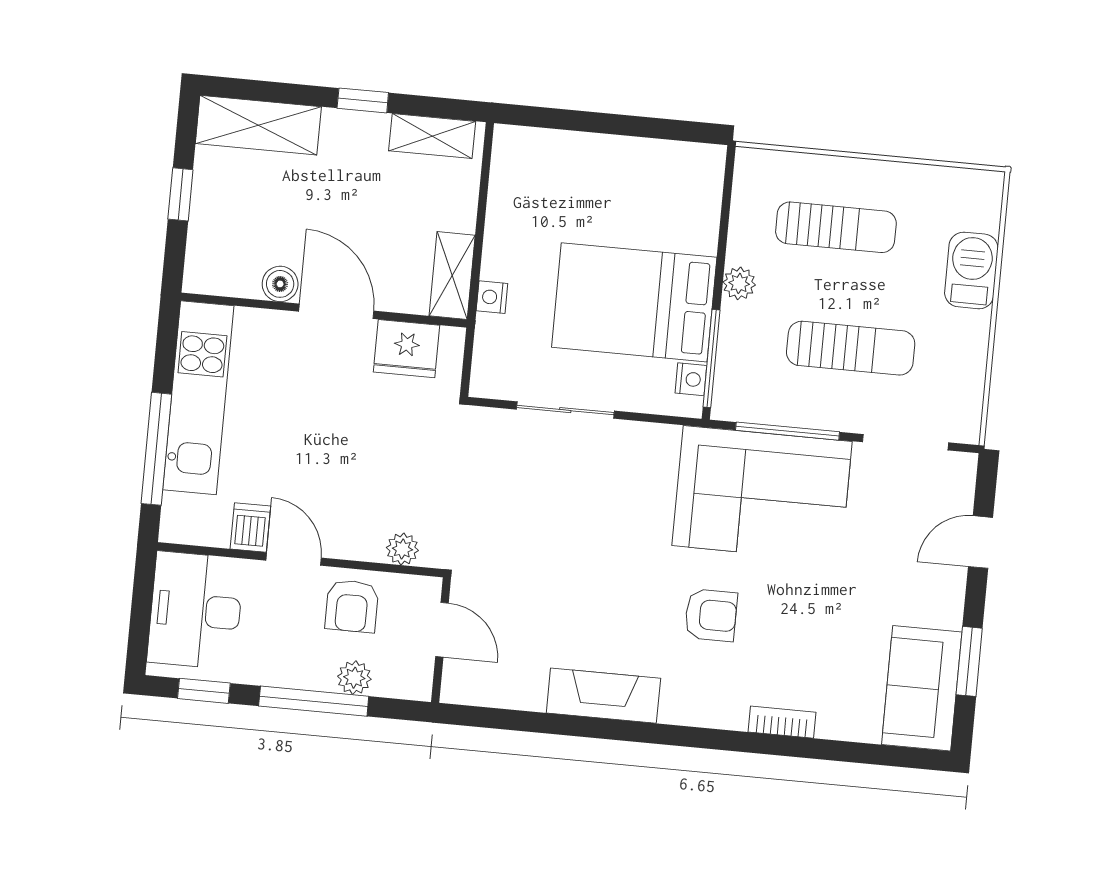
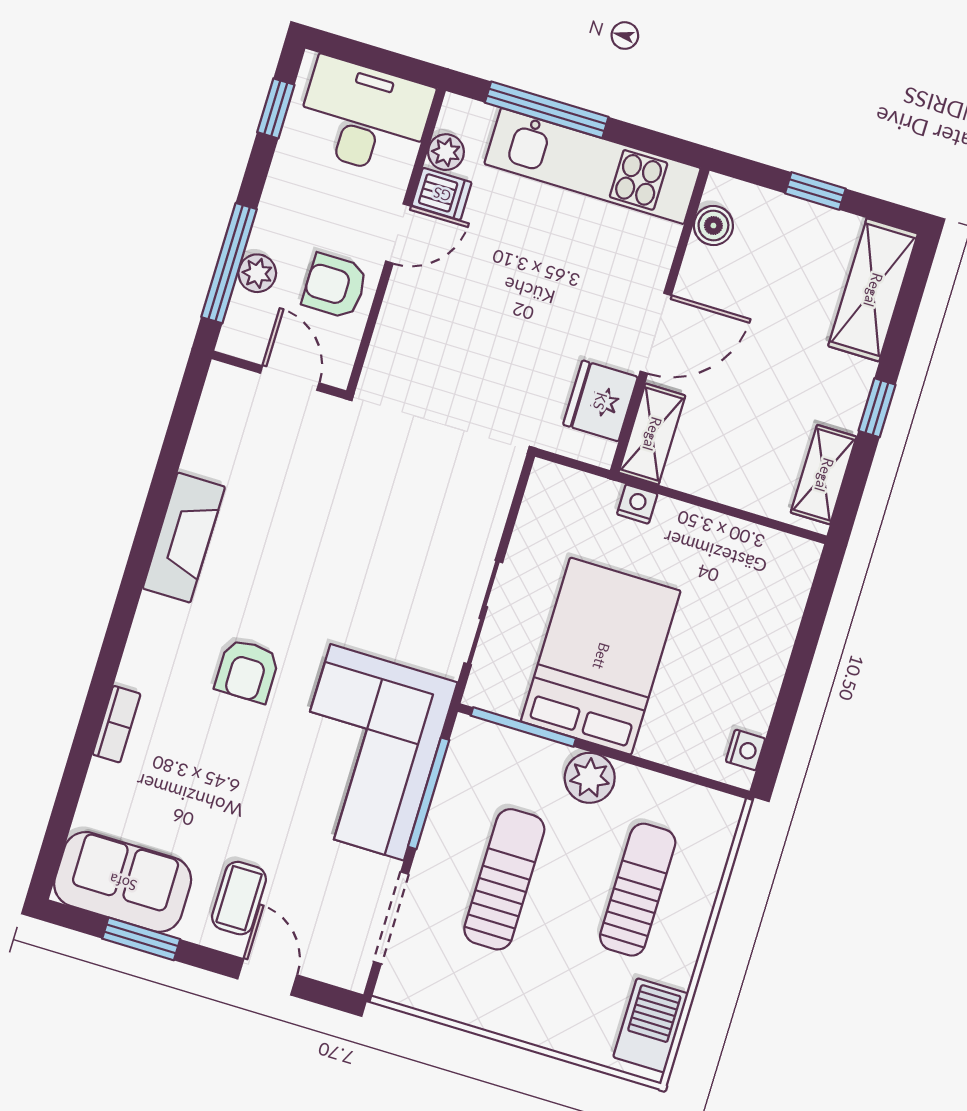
sun lounger: (836, 227) -> (638, 890), turned 180
barbecue: (971, 270) -> (651, 1025), moved, turned -90
shelving: (452, 276) -> (652, 434), moved, turned 90
plant: (739, 283) -> (590, 778), width x1.38, depth x1.38
boiler: (280, 284) -> (713, 226), moved
sun lounger: (851, 348) -> (504, 879), turned 180
nightstand: (691, 379) -> (745, 750), moved, turned -90
sliding door: (565, 410) -> (483, 613), moved
plant: (402, 549) -> (446, 152), moved
coffee table: (915, 582) -> (239, 898), added
door: (442, 630) -> (290, 378), swing flipped
window: (314, 701) -> (229, 263), moved

